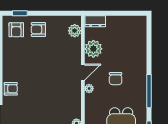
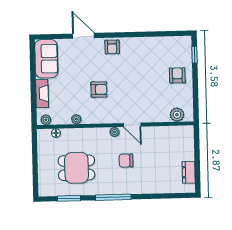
dresser: (95, 21) -> (189, 172), moved
armchair: (16, 30) -> (99, 89), moved, turned 180
plant: (93, 49) -> (158, 136), removed

